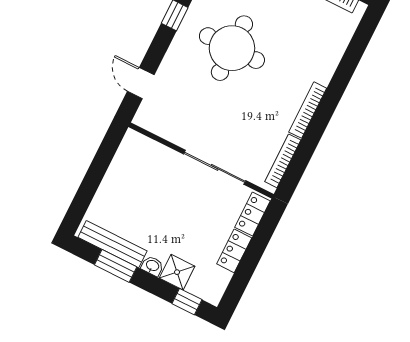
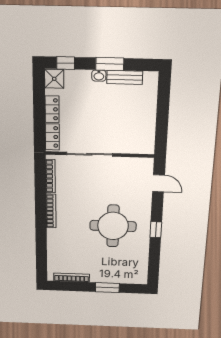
bench: (112, 244) -> (125, 77), width x0.73
window: (116, 266) -> (110, 64), moved
shower: (177, 272) -> (54, 79), moved

